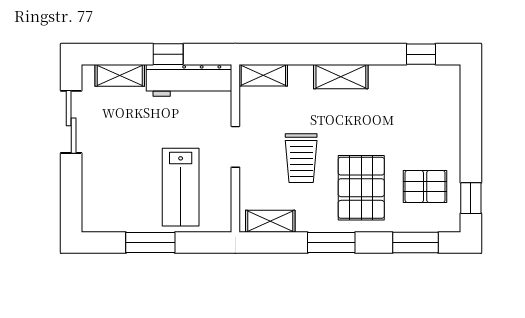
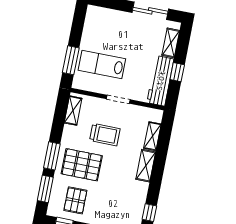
shelving: (263, 75) -> (152, 136), moved
trolley: (301, 158) -> (105, 135), turned 180
window: (150, 243) -> (71, 60), moved
window: (331, 243) -> (52, 156), moved

